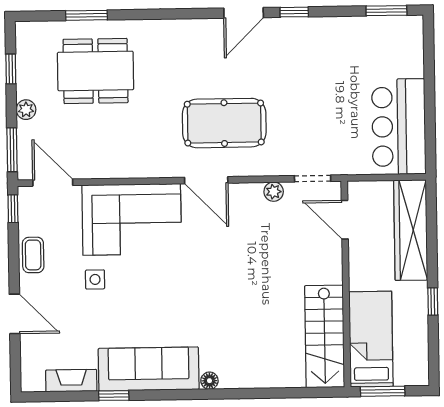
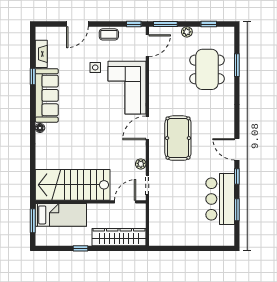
window: (386, 11) -> (237, 210), moved
bar counter: (399, 127) -> (220, 199), moved, turned -90
stairs: (325, 336) -> (73, 185), width x1.36, depth x1.51

